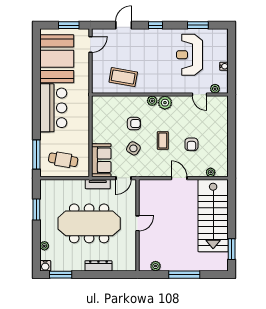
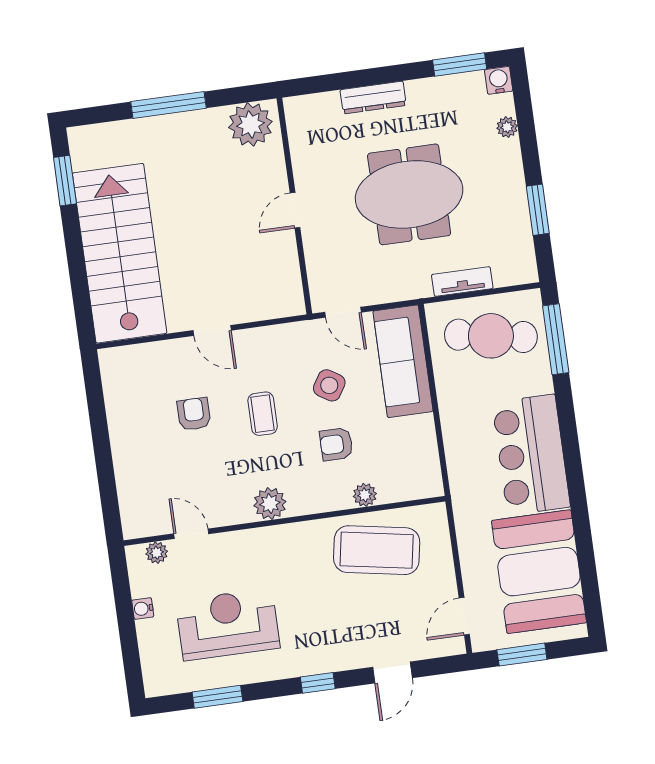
reception desk: (190, 55) -> (228, 624), turned -90
coffee table: (123, 77) -> (377, 550), width x1.36, depth x1.32
plant: (152, 101) -> (365, 495), moved
cafe table: (63, 160) -> (491, 336), width x1.37, depth x1.35
sofa: (101, 160) -> (403, 361), width x1.36
plant: (211, 172) -> (139, 354), removed
door: (123, 178) -> (343, 312), swing flipped
tv unit: (98, 184) -> (462, 281), moved
meeting table: (89, 223) -> (409, 194), width x0.73
plant: (156, 266) -> (250, 124), width x1.88, depth x1.88

